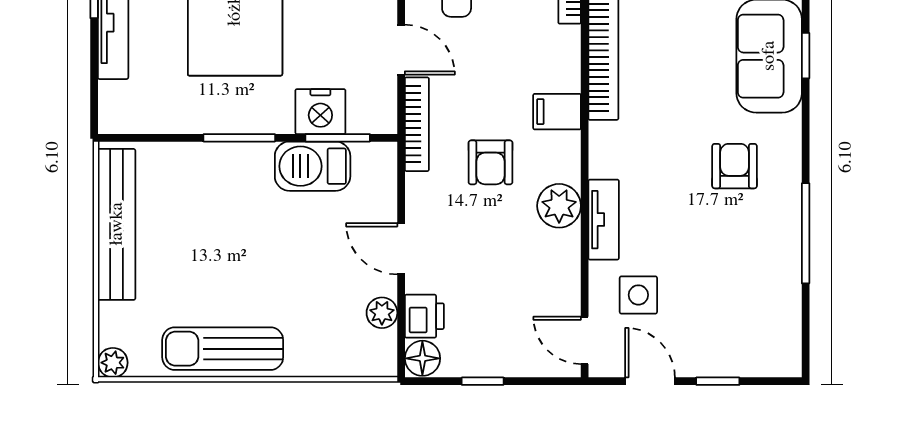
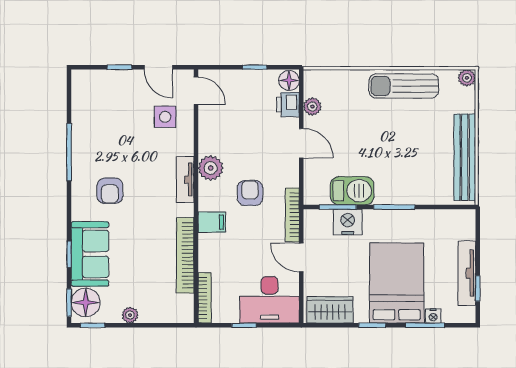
tv unit: (604, 220) -> (185, 180), moved
sun lounger: (223, 349) -> (404, 86), turned 180

